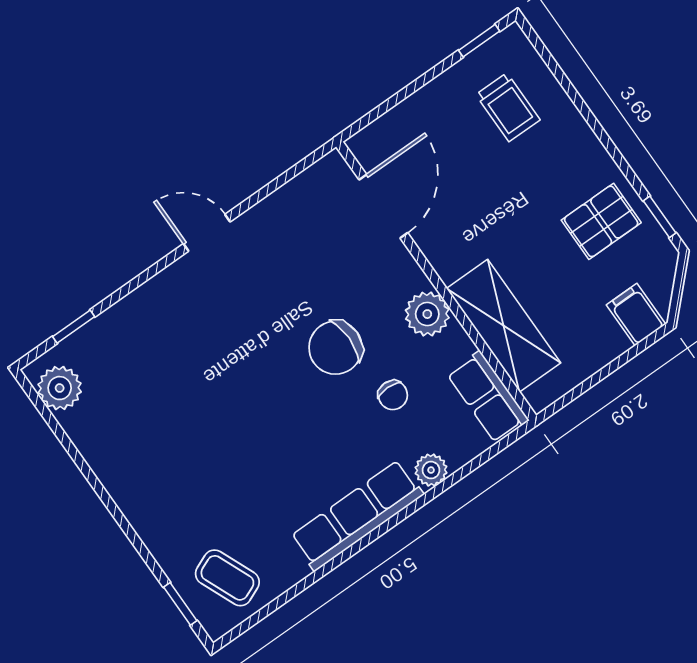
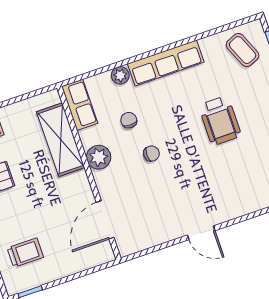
trolley: (508, 107) -> (25, 253), turned 90
chair: (335, 348) -> (151, 154), width x0.54, depth x0.54
wheelchair: (231, 441) -> (220, 121), added

